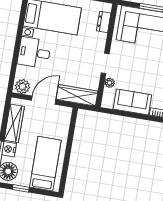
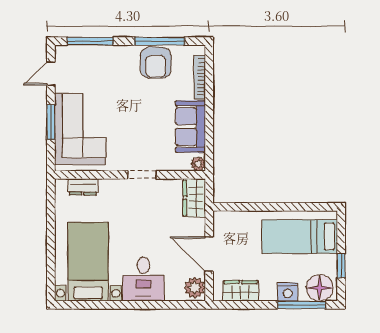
plant: (110, 83) -> (198, 164), moved
wardrobe: (77, 95) -> (194, 198), width x0.67
wardrobe: (14, 123) -> (241, 291), width x0.67

